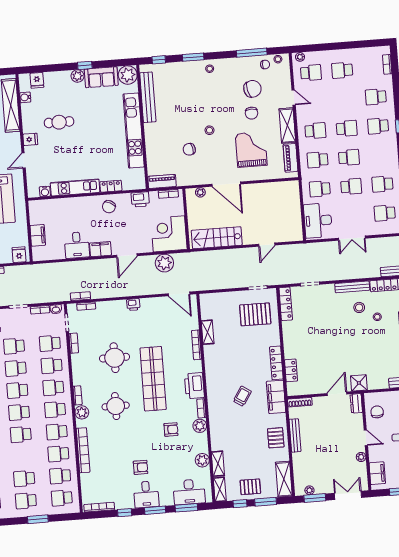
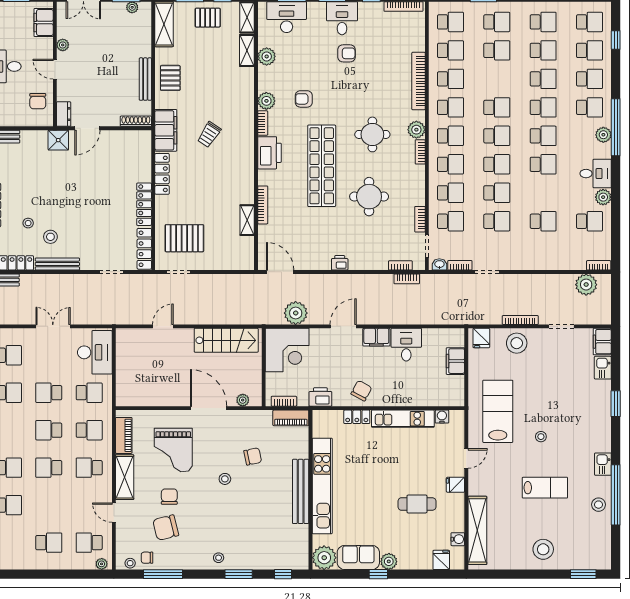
bench: (148, 97) -> (301, 491), moved
locker: (291, 370) -> (144, 204), moved, width x1.53
armchair: (141, 467) -> (346, 53), turned 180

